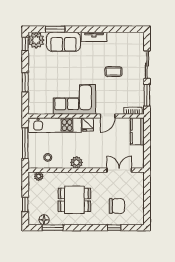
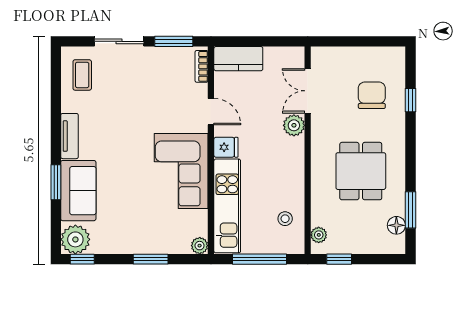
window: (55, 29) -> (56, 182), moved
coffee table: (113, 72) -> (82, 75), moved
plant: (33, 110) -> (200, 246), added
plant: (77, 162) -> (294, 125), moved
window: (25, 204) -> (339, 259), moved

